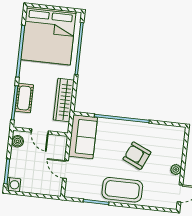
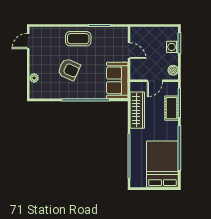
bed: (48, 36) -> (162, 164), width x0.73
door: (40, 132) -> (155, 81), swing flipped
plant: (176, 170) -> (34, 78), moved
washing machine: (13, 185) -> (172, 47), moved
coffee table: (122, 190) -> (78, 39), width x0.73, depth x0.76

